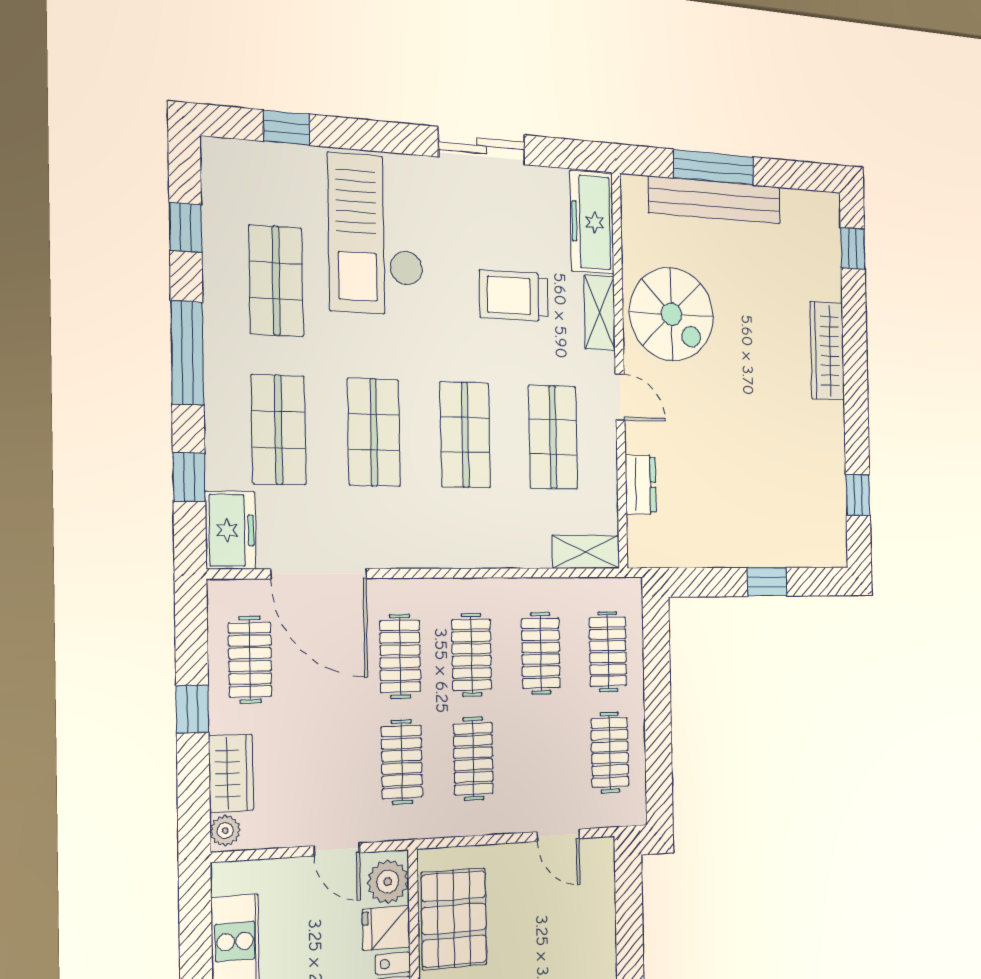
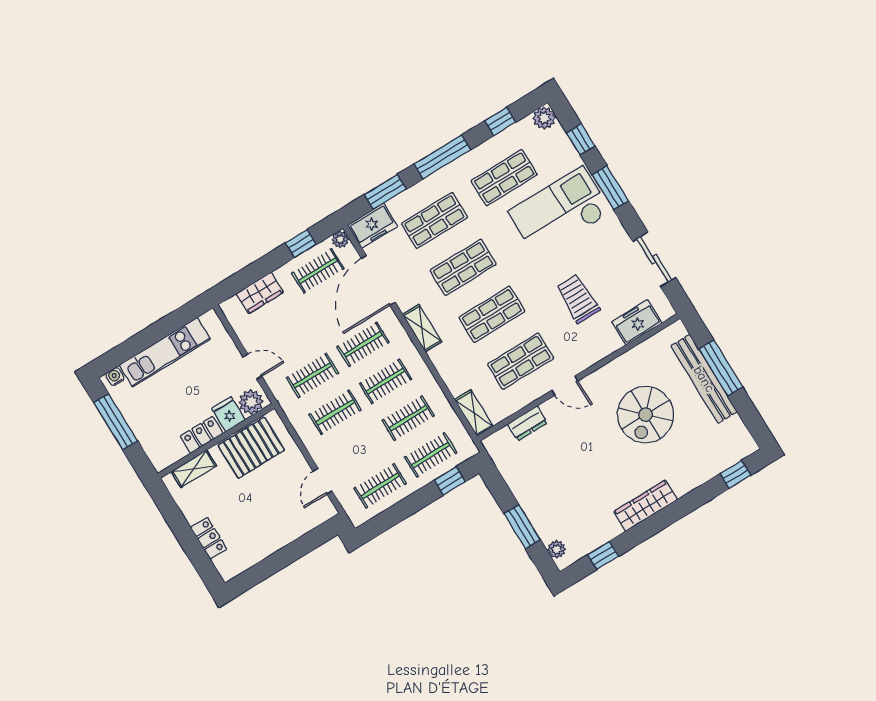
window: (384, 137) -> (610, 188), added
sliding door: (482, 146) -> (654, 259), moved
plant: (221, 158) -> (544, 118), added
freezer: (592, 222) -> (637, 322), width x0.71
shelving: (600, 313) -> (422, 328), moved, turned 90
spiral stairs: (672, 314) -> (646, 415), moved
wardrobe: (827, 351) -> (646, 506), moved
door: (620, 397) -> (565, 386), hinge flipped
window: (189, 477) -> (385, 192), width x1.50
plant: (819, 553) -> (557, 549), added
window: (767, 582) -> (522, 527), width x1.50
window: (656, 646) -> (450, 481), added
window: (192, 709) -> (301, 244), moved
plant: (225, 831) -> (340, 239), moved
door: (337, 849) -> (252, 367), swing flipped

